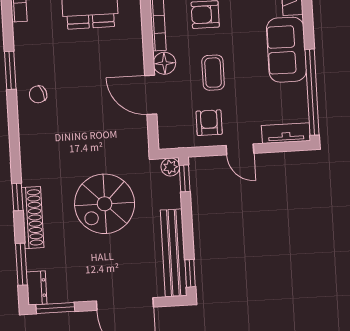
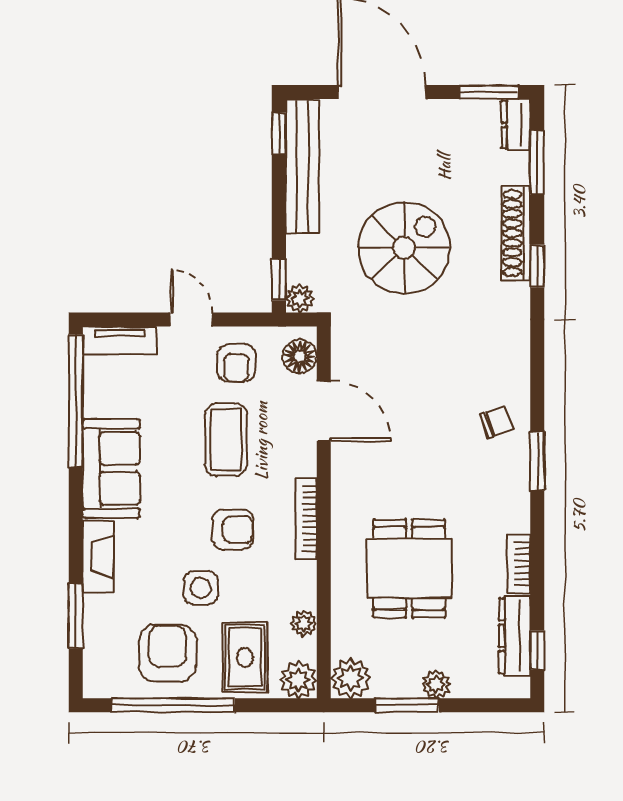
floor lamp: (164, 63) -> (300, 356), moved
coffee table: (213, 73) -> (226, 440), width x1.36, depth x1.30

